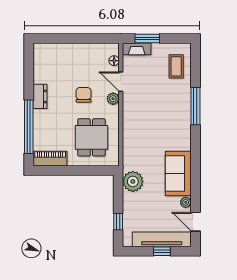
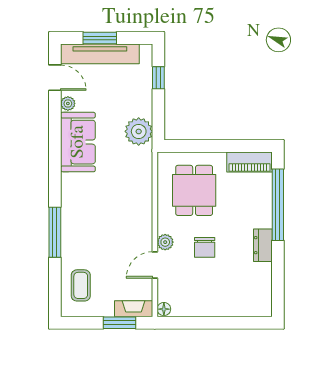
floor lamp: (114, 61) -> (164, 309), moved
door: (121, 82) -> (155, 265), swing flipped
window: (162, 251) -> (100, 38), width x1.50

